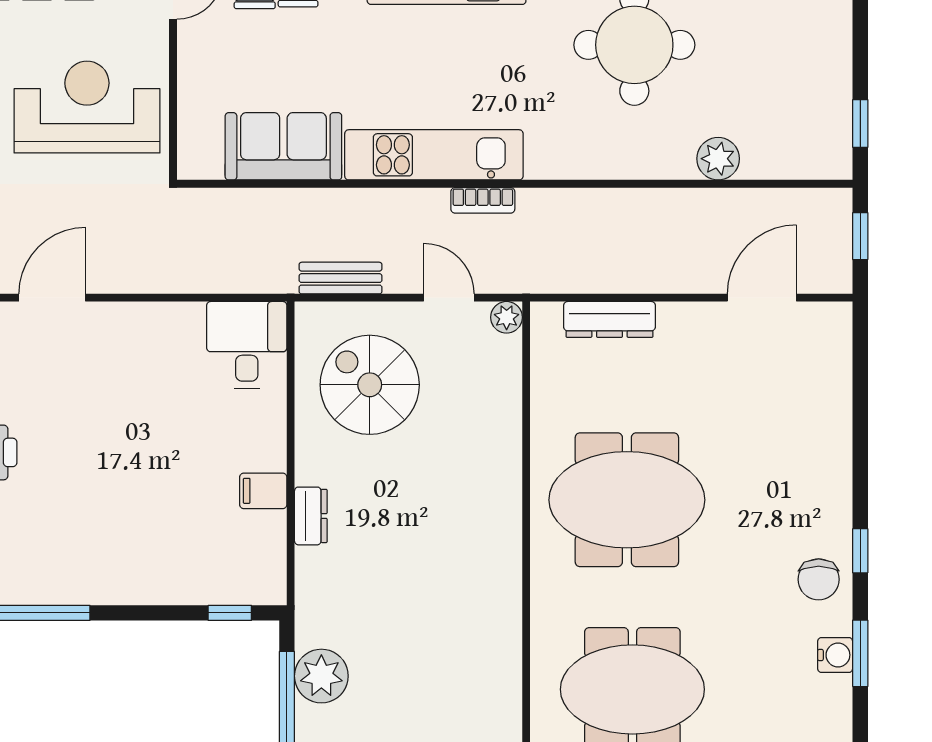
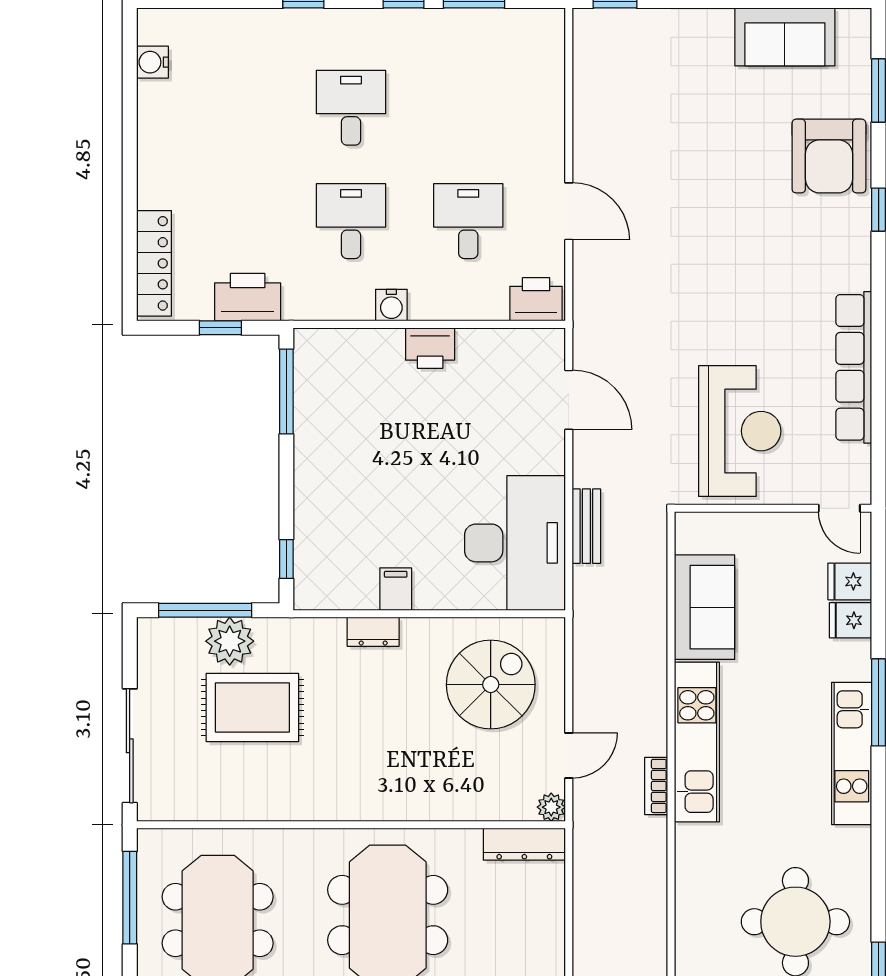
bench: (341, 278) -> (586, 526), moved
dresser: (609, 319) -> (524, 844), moved, turned -90
desk: (247, 345) -> (515, 543), width x1.87, depth x1.30
rug: (395, 651) -> (252, 707), added

